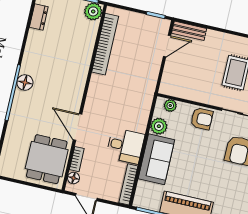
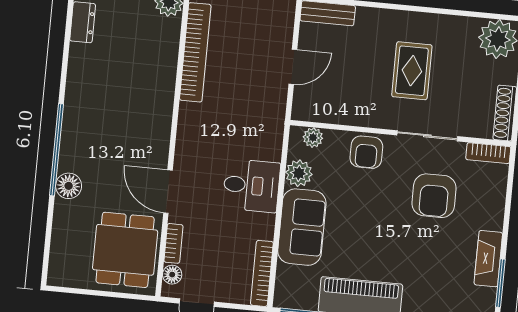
door: (167, 46) -> (293, 67), moved
floor lamp: (25, 83) -> (69, 186), moved
armchair: (202, 119) -> (366, 152), turned 90
desk: (125, 146) -> (251, 186), moved

